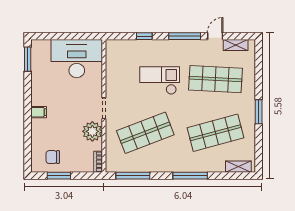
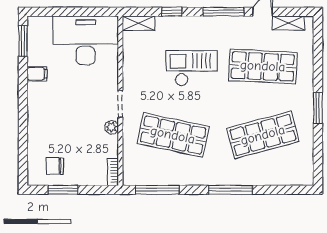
filing cabinet: (39, 112) -> (37, 74), moved
plant: (92, 131) -> (112, 127), width x0.53, depth x0.53
shop shelf: (145, 133) -> (173, 135), turned 33
shelving: (238, 167) -> (139, 23), moved

